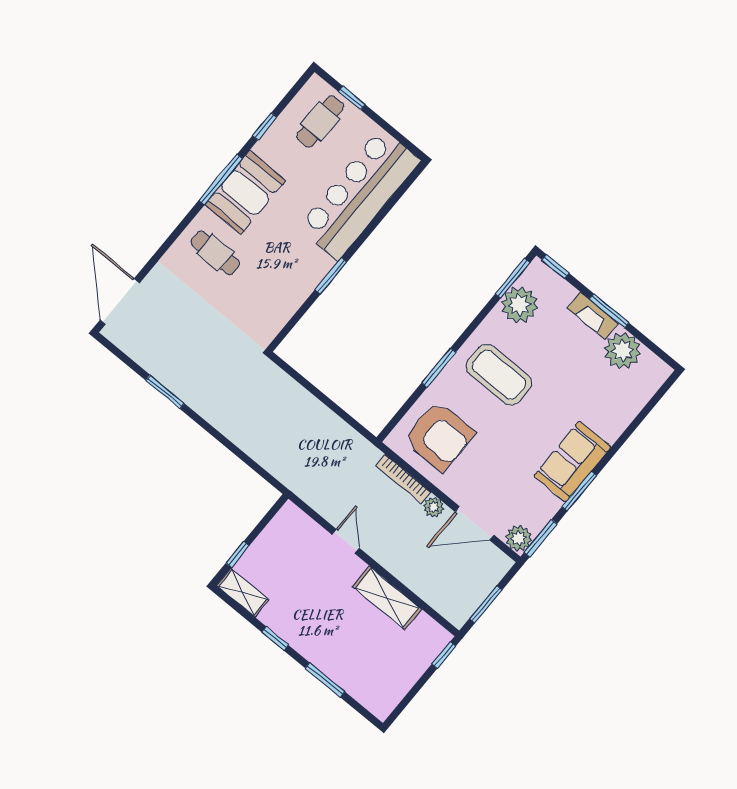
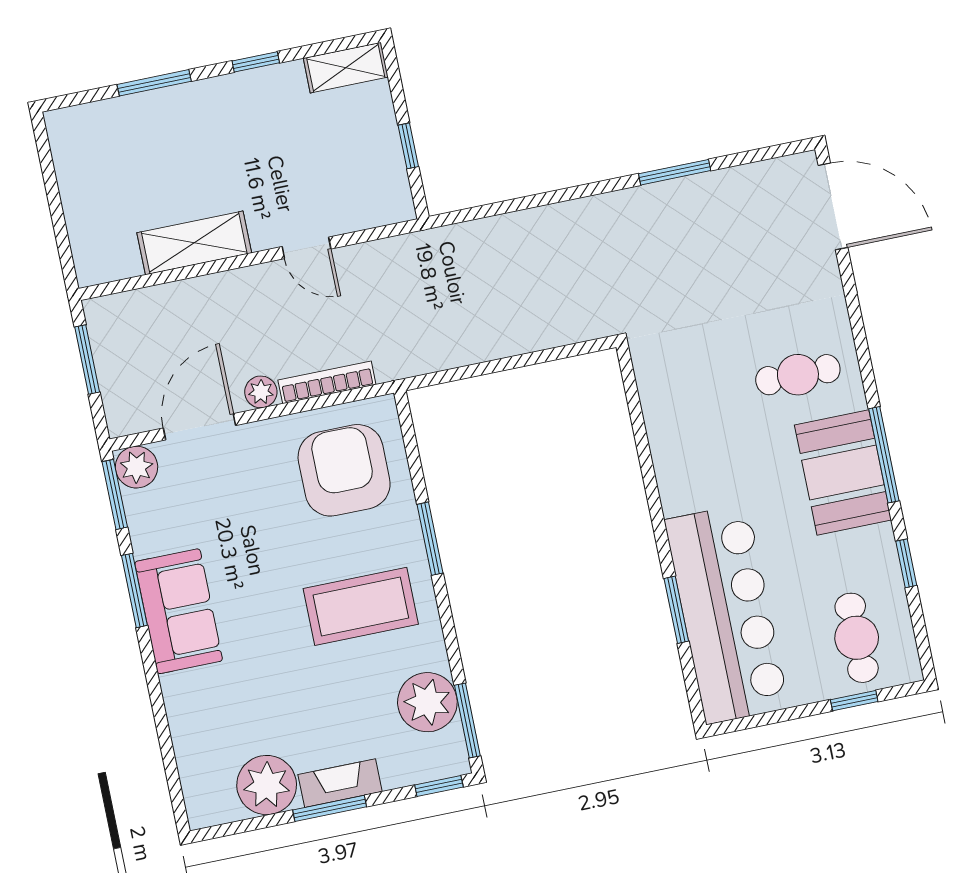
window: (331, 276) -> (676, 610), moved
armchair: (439, 436) -> (344, 470), turned 90
window: (238, 554) -> (408, 146), moved
window: (444, 655) -> (66, 256), removed

